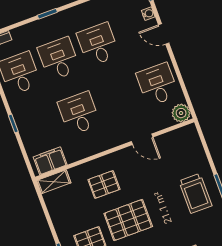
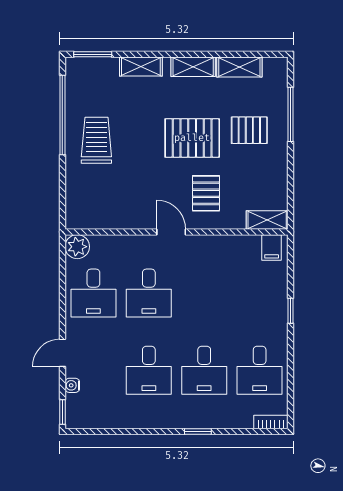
door: (164, 34) -> (62, 353), swing flipped
desk: (79, 113) -> (149, 293), moved
door: (142, 139) -> (171, 232), moved
filing cabinet: (50, 161) -> (272, 247), width x0.50
pallet: (104, 184) -> (206, 193), turned 90

